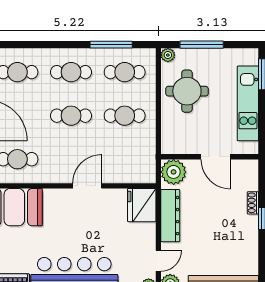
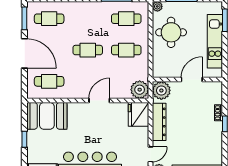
cafe table: (71, 72) -> (88, 19), removed
door: (216, 157) -> (192, 80), swing flipped
plant: (143, 171) -> (140, 90), added

